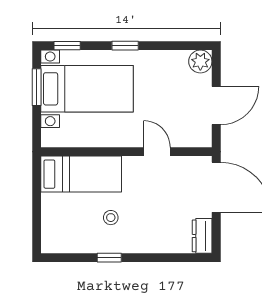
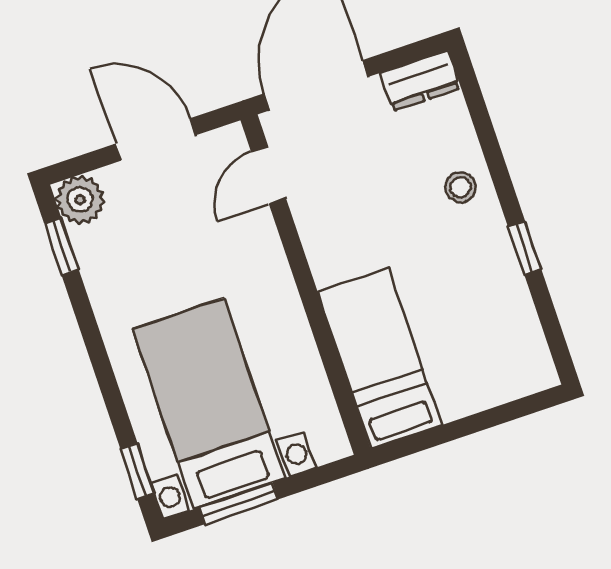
window: (125, 46) -> (61, 246), moved
door: (157, 152) -> (269, 175), moved
stool: (111, 218) -> (460, 187), moved

